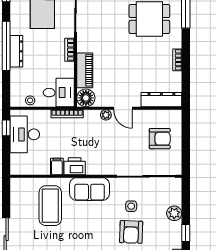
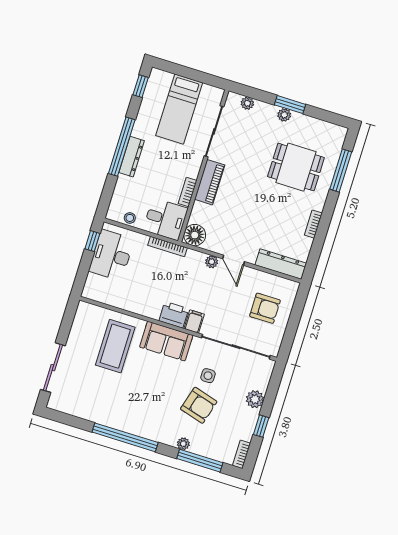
bookcase: (70, 50) -> (188, 192), moved
piano: (85, 70) -> (210, 182), moved
printer: (75, 166) -> (174, 315), moved
filing cabinet: (57, 167) -> (194, 321), moved
armchair: (131, 232) -> (199, 405), turned -76

